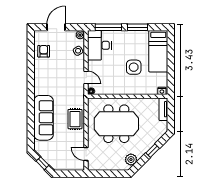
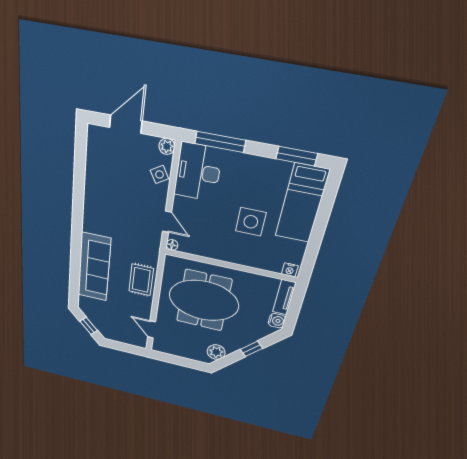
window: (137, 27) -> (297, 156), moved
armchair: (44, 51) -> (101, 164), removed
water cooler: (163, 126) -> (277, 321), added

